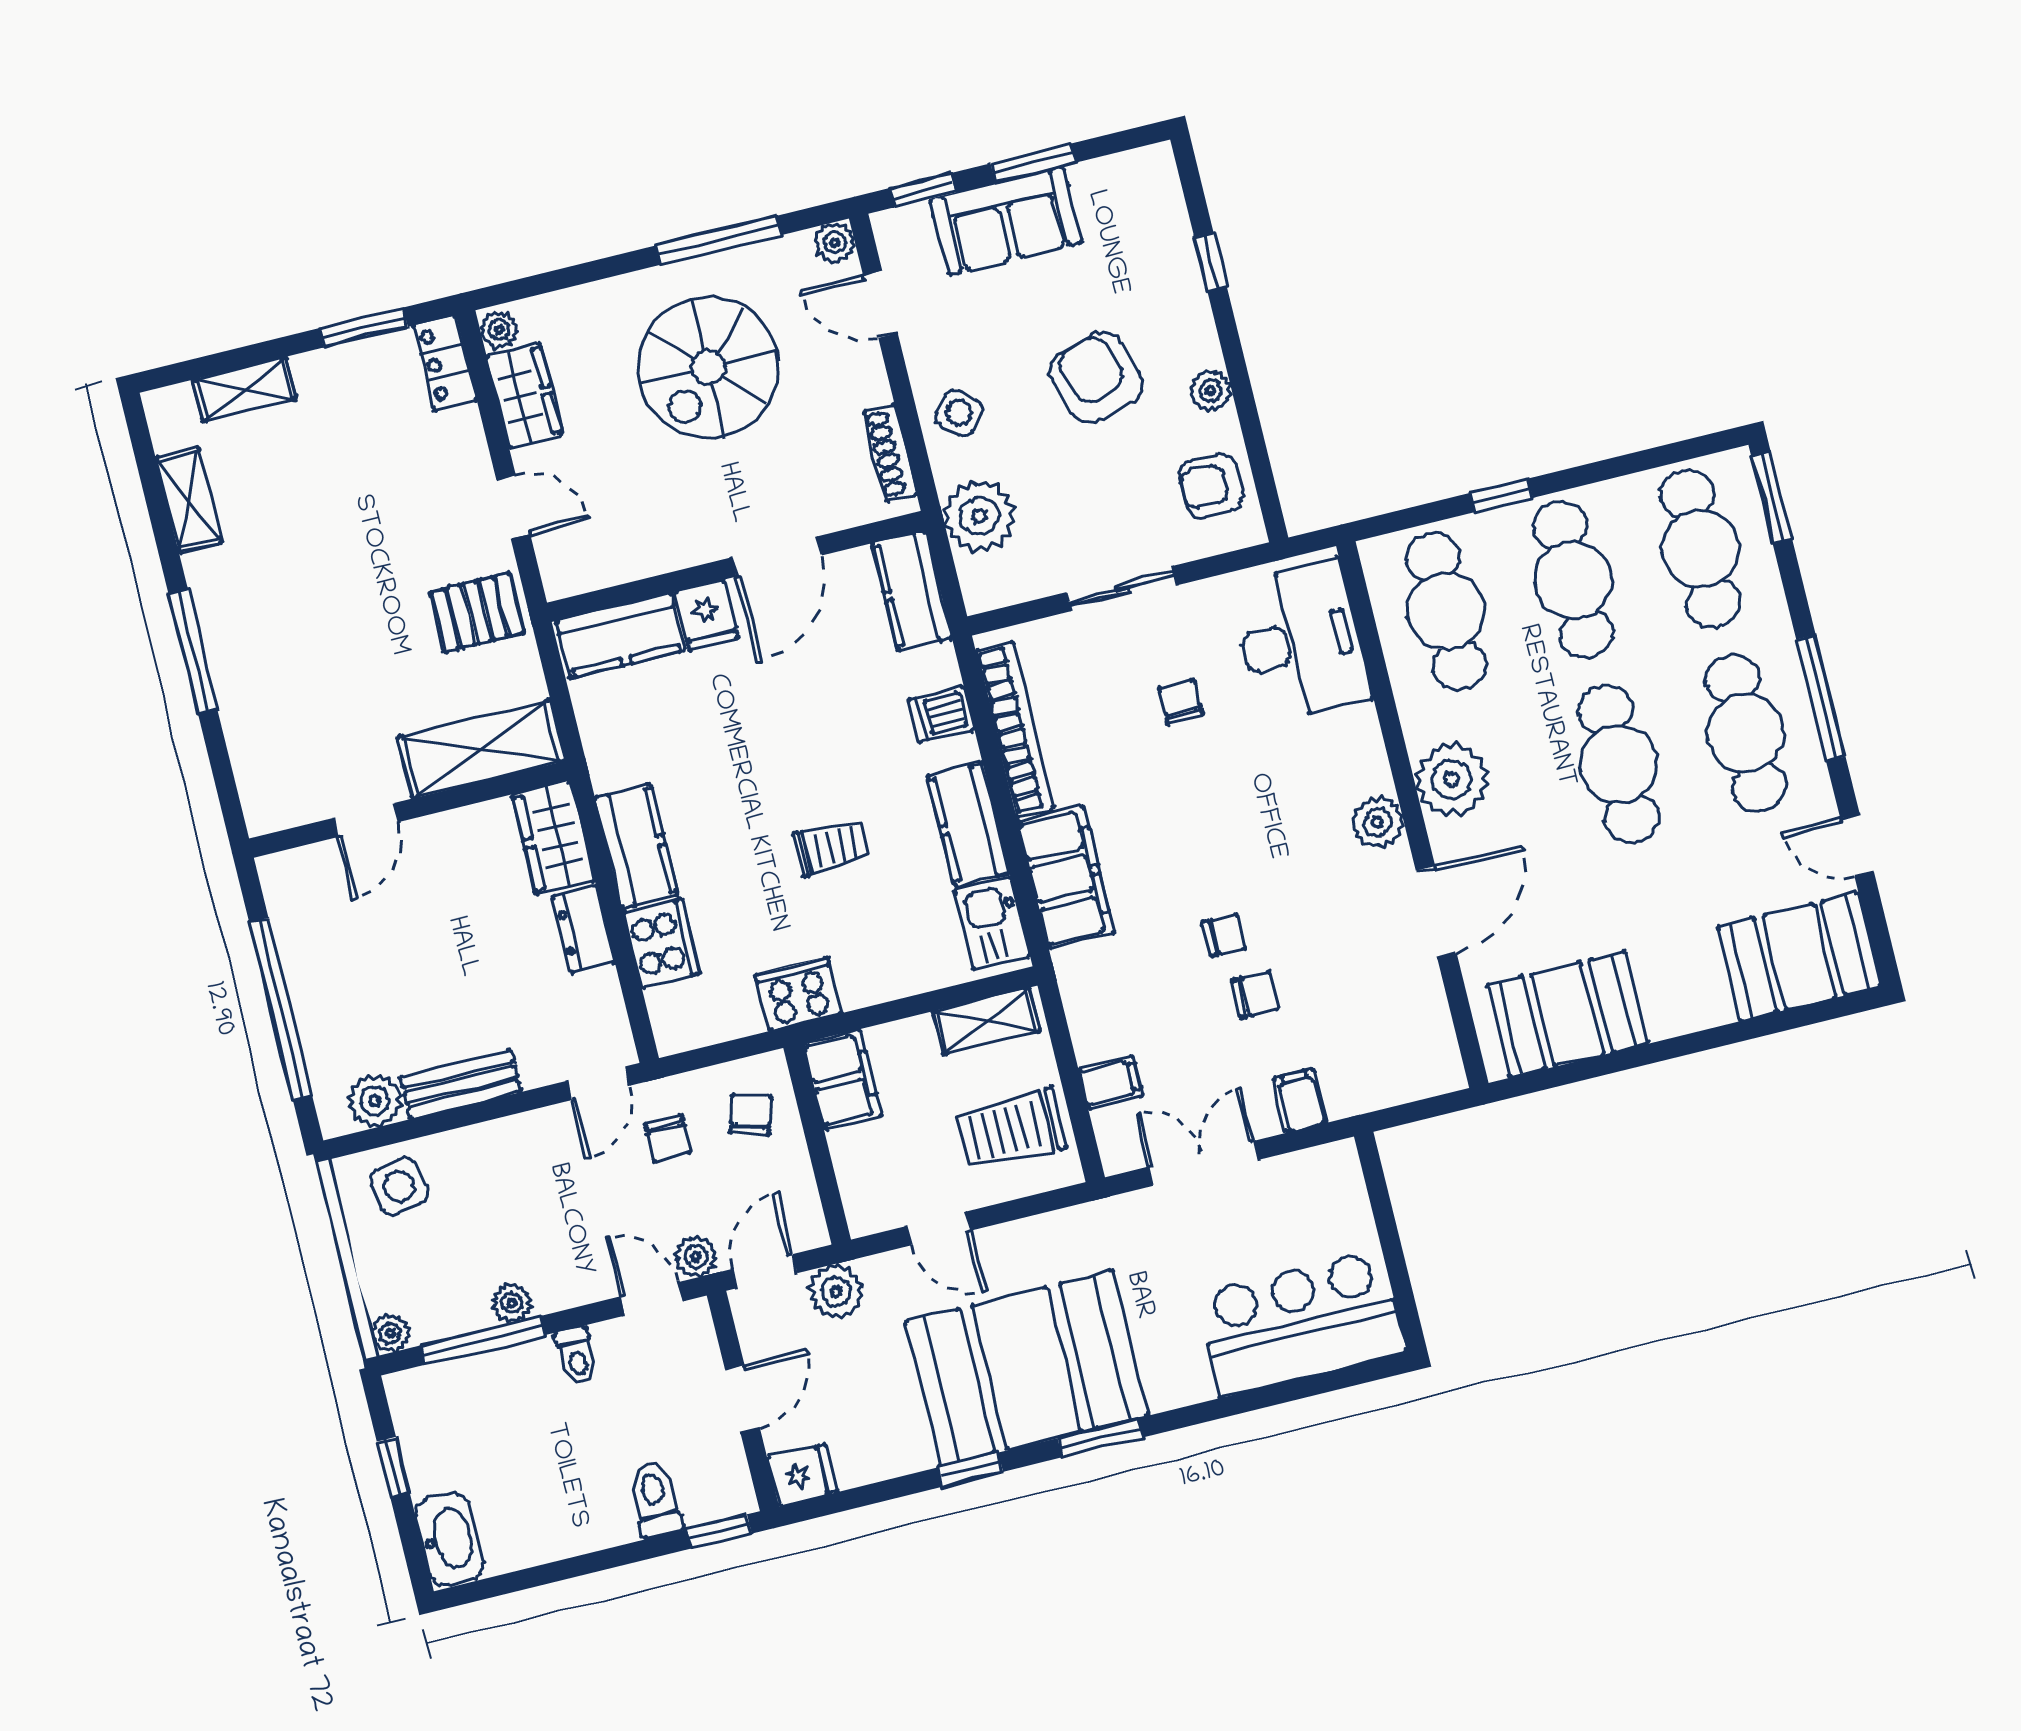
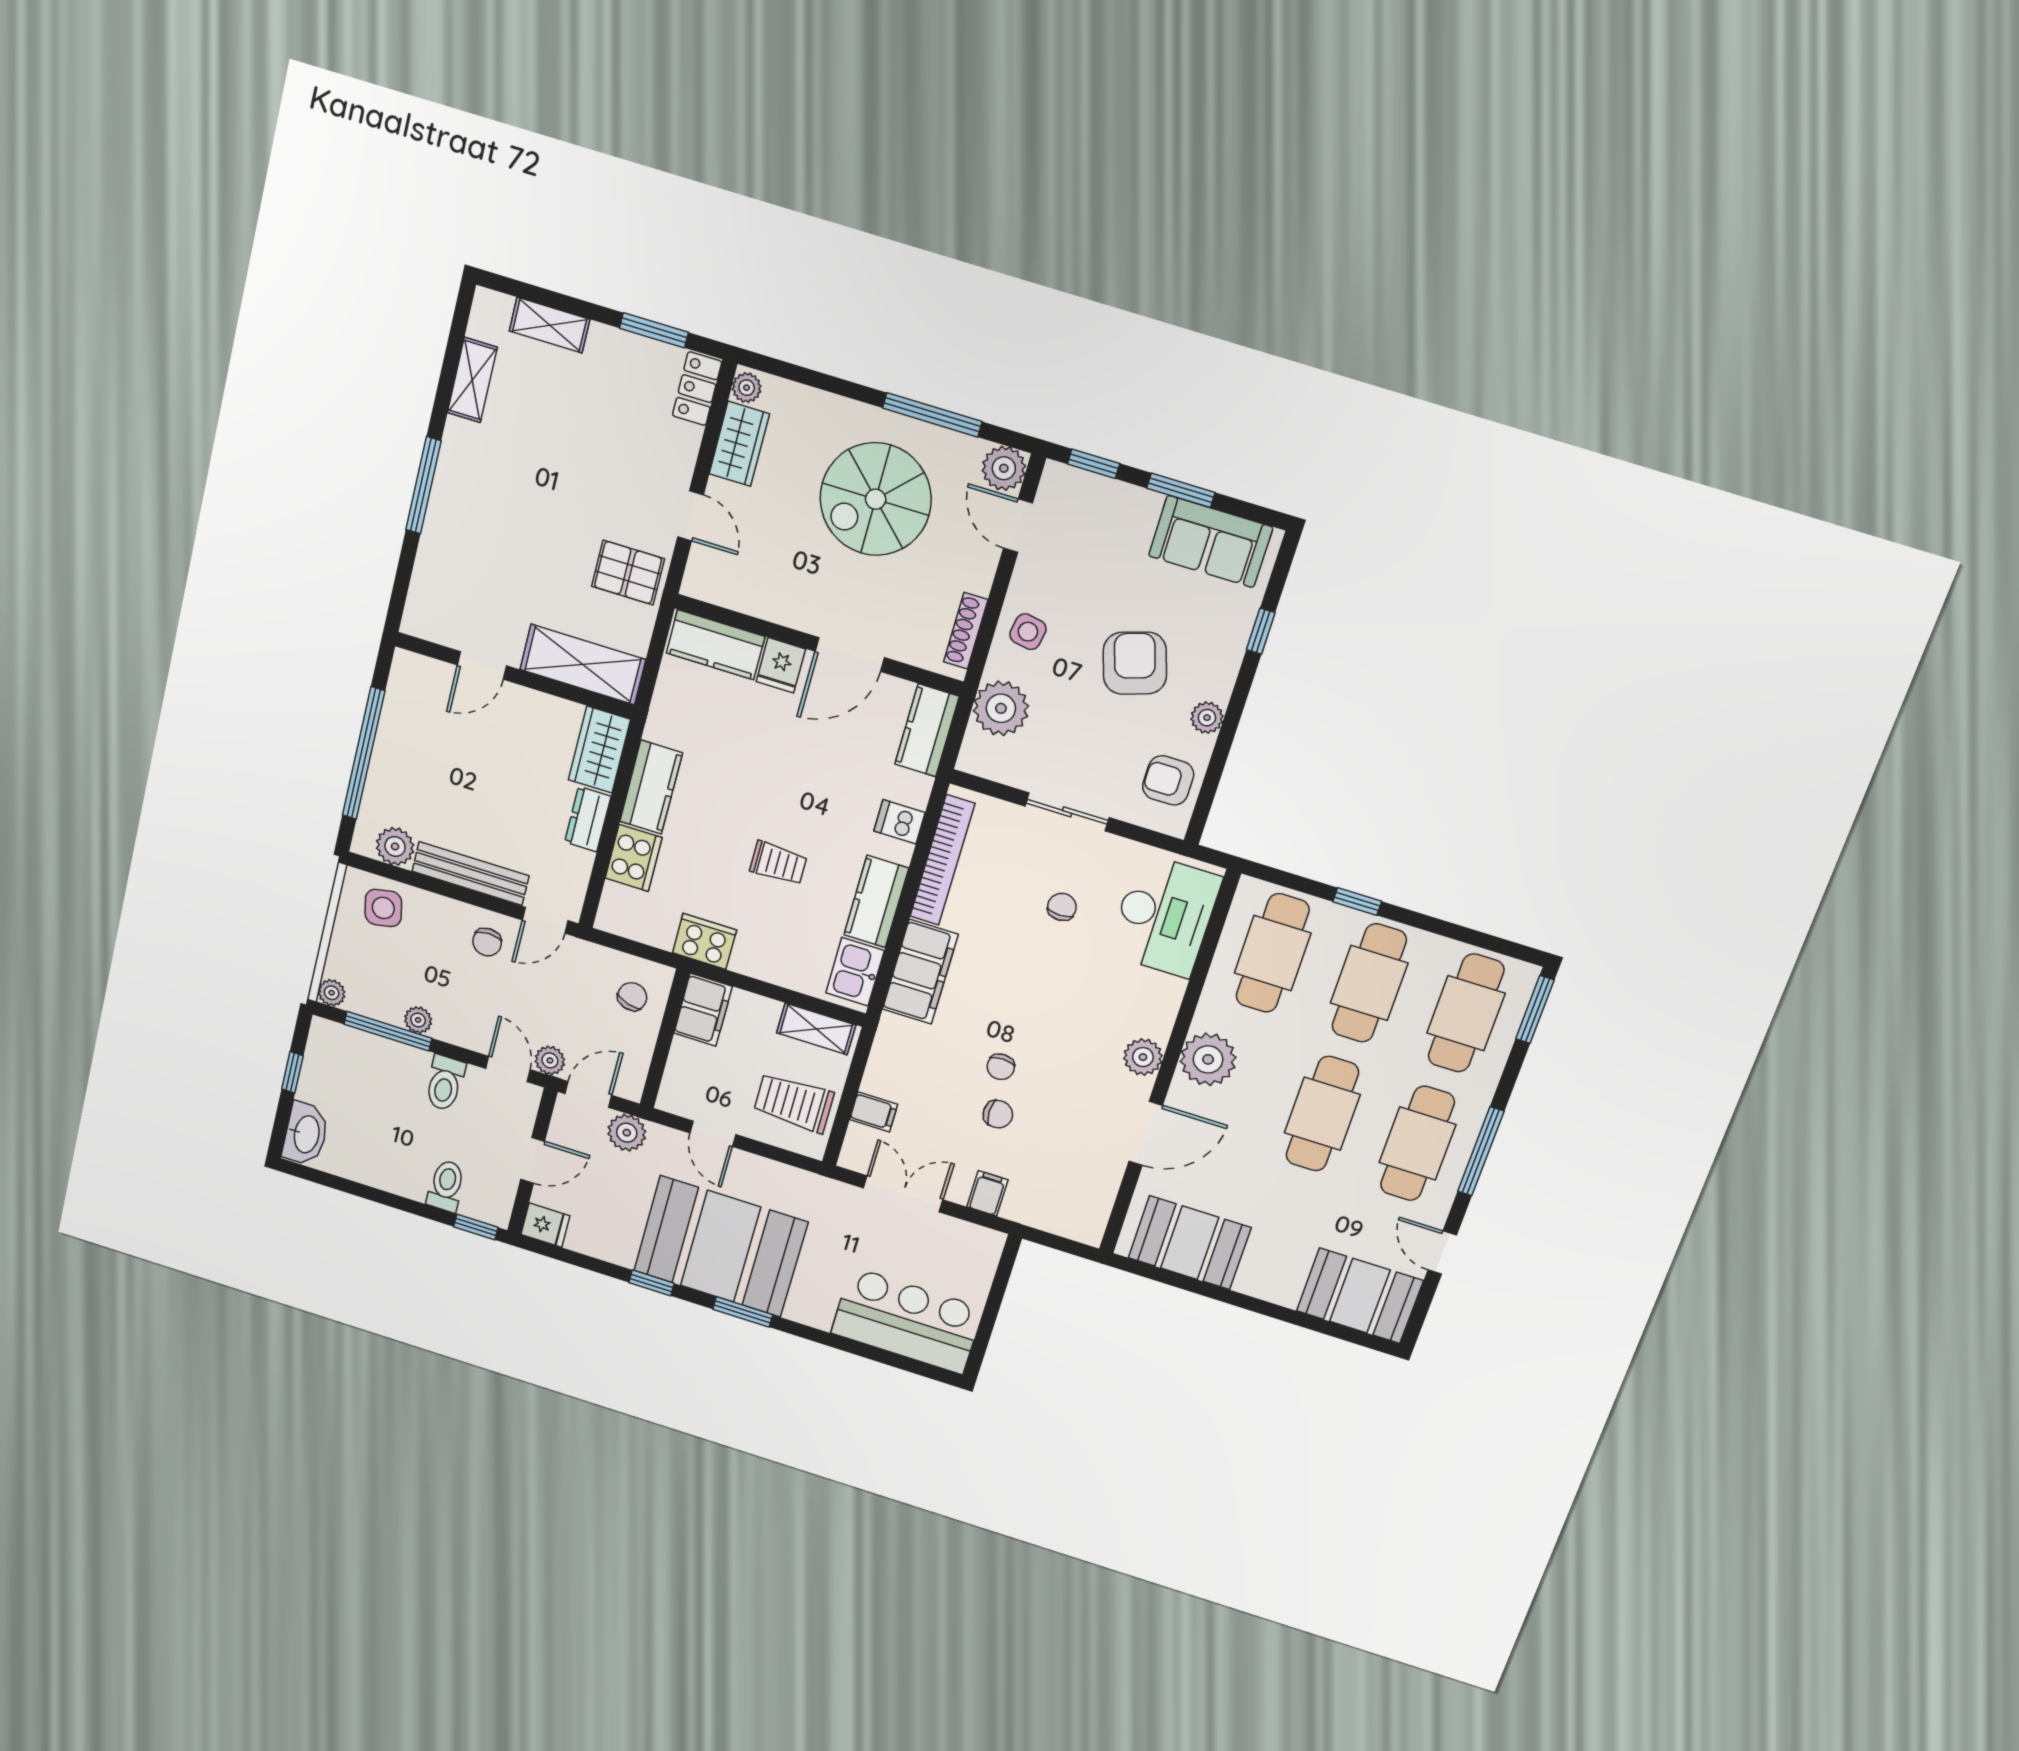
sofa: (1006, 221) -> (1211, 541), moved
plant: (834, 243) -> (1004, 468), width x1.38, depth x1.38
side table: (959, 413) -> (1028, 632), turned -31
chair: (1224, 935) -> (1001, 1067), turned 90
bench: (461, 1084) -> (471, 874), width x1.36
chair: (668, 1138) -> (487, 942), moved
toilet: (577, 1356) -> (445, 1083), width x1.37, depth x1.39

